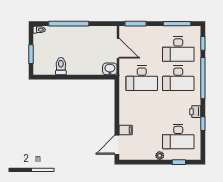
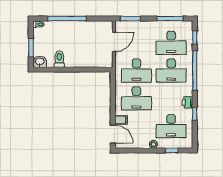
door: (118, 48) -> (114, 42), hinge flipped
washbasin: (110, 69) -> (40, 62), moved
desk: (142, 107) -> (136, 98), added
door: (117, 145) -> (113, 134), swing flipped

